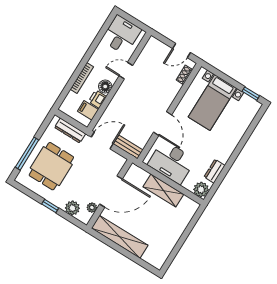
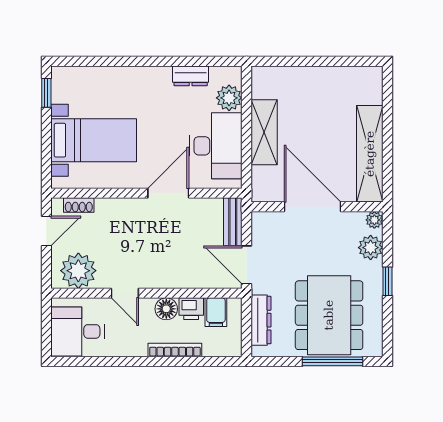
door: (181, 51) -> (46, 231), hinge flipped
plant: (152, 54) -> (78, 271), added
dining table: (51, 166) -> (329, 315), width x1.38
plant: (201, 190) -> (229, 98), moved
plant: (92, 208) -> (374, 220), moved

